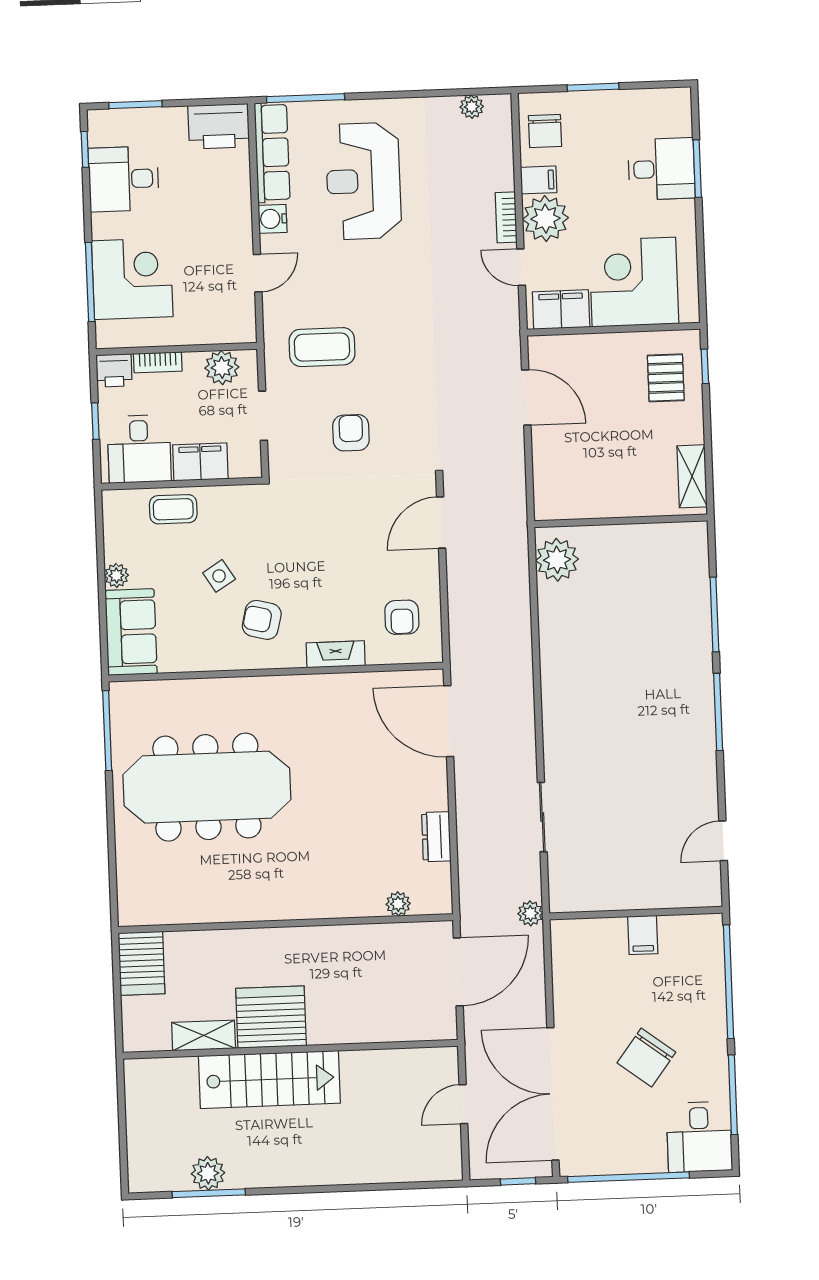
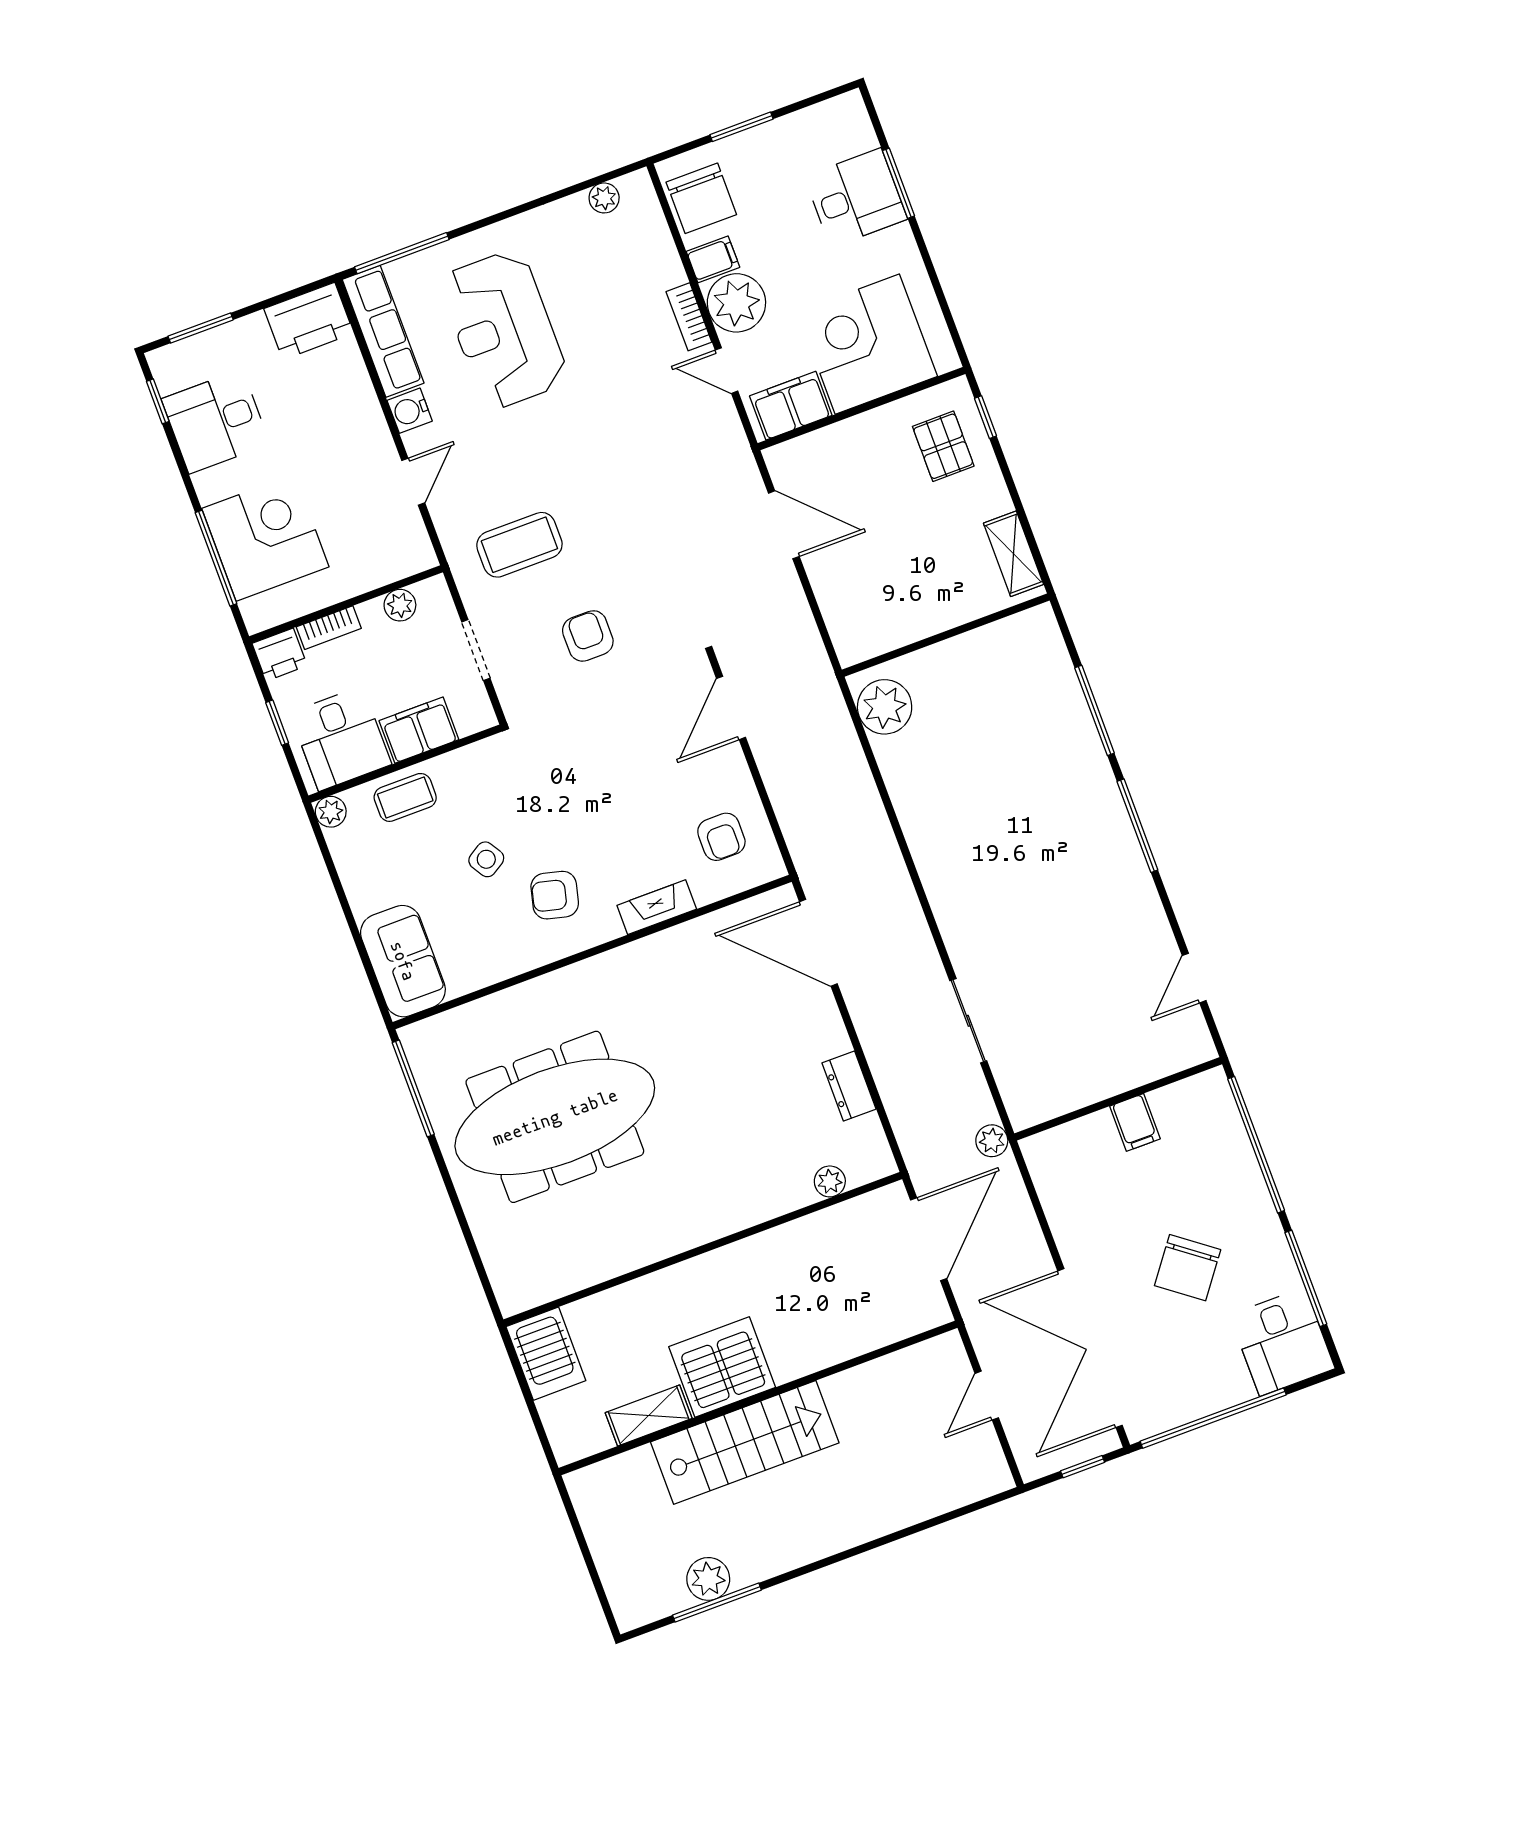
chair: (545, 131) -> (701, 198), width x1.37, depth x1.37
plant: (222, 368) -> (400, 605), width x0.73, depth x0.73
plant: (116, 575) -> (331, 812), moved

